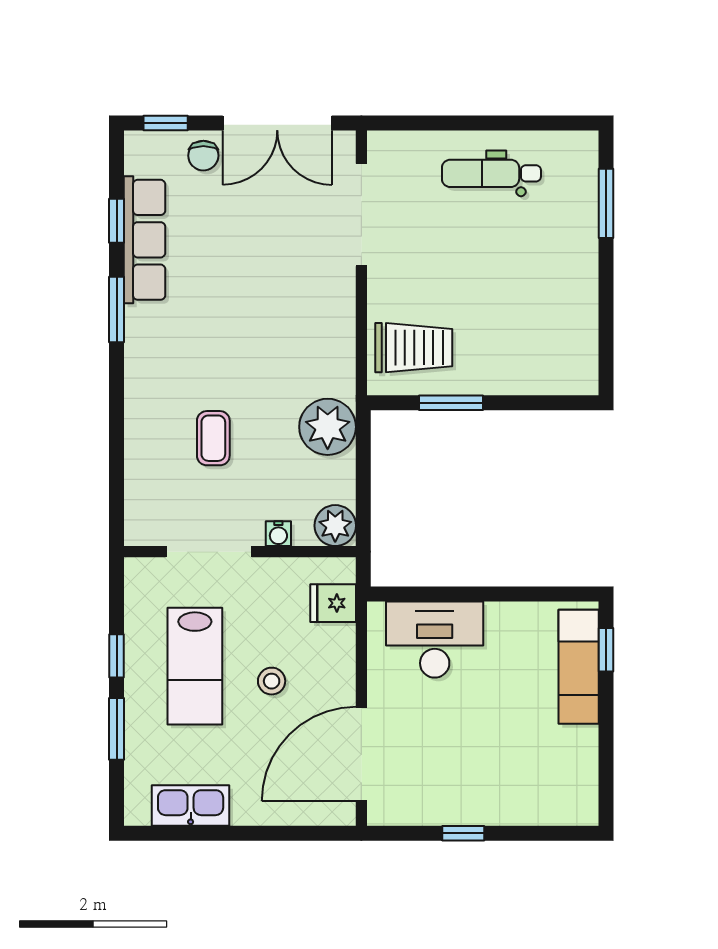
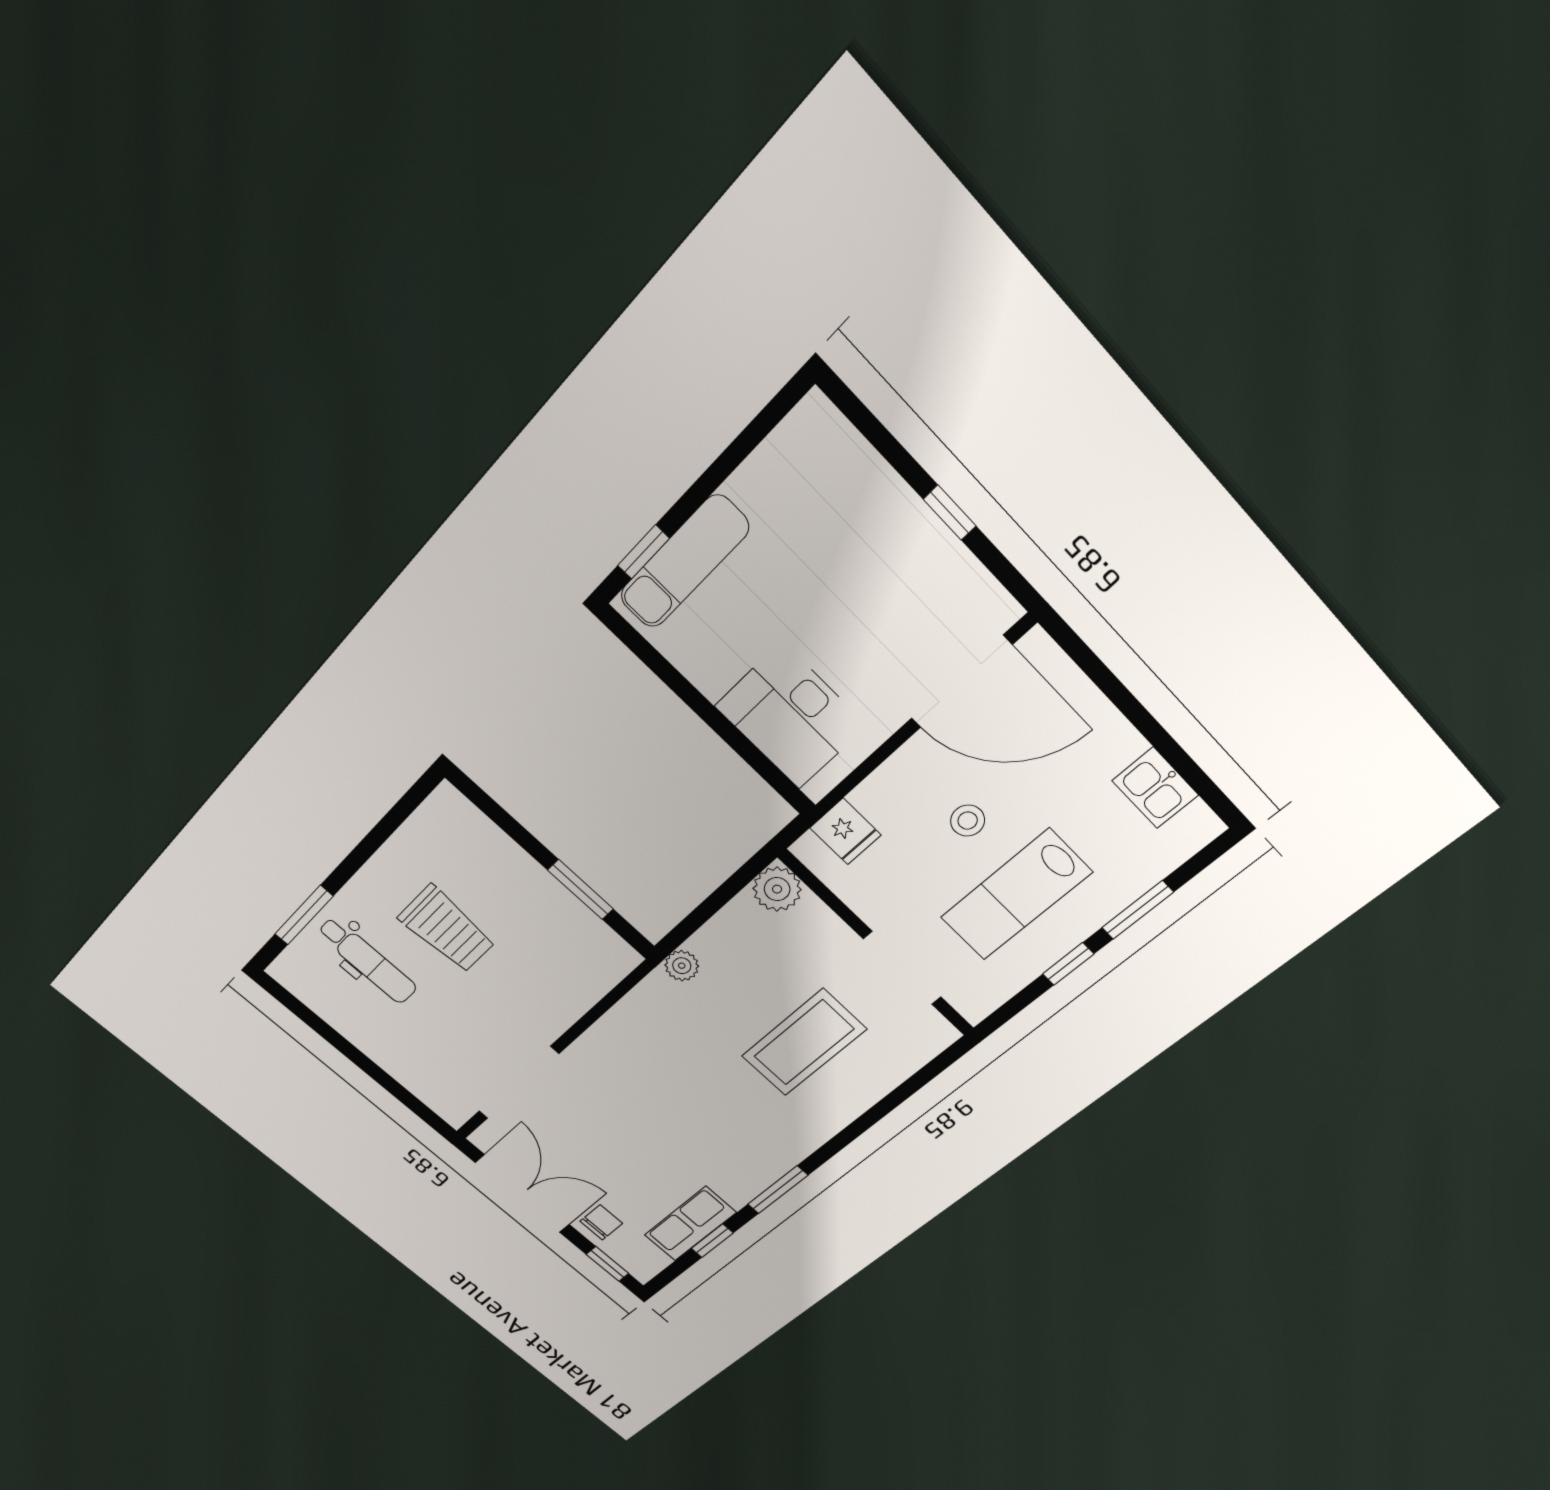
dental chair: (491, 173) -> (367, 961), moved
row of seats: (145, 240) -> (690, 1224), width x0.68
trolley: (414, 348) -> (447, 929), moved, turned 180
plant: (328, 427) -> (682, 966), width x0.53, depth x0.53
coffee table: (213, 438) -> (804, 1043), width x1.86, depth x1.72
water cooler: (278, 534) -> (831, 927), removed
lab bench: (195, 666) -> (1016, 895), turned 180
kitchen sink: (191, 806) -> (1155, 788), width x0.73

